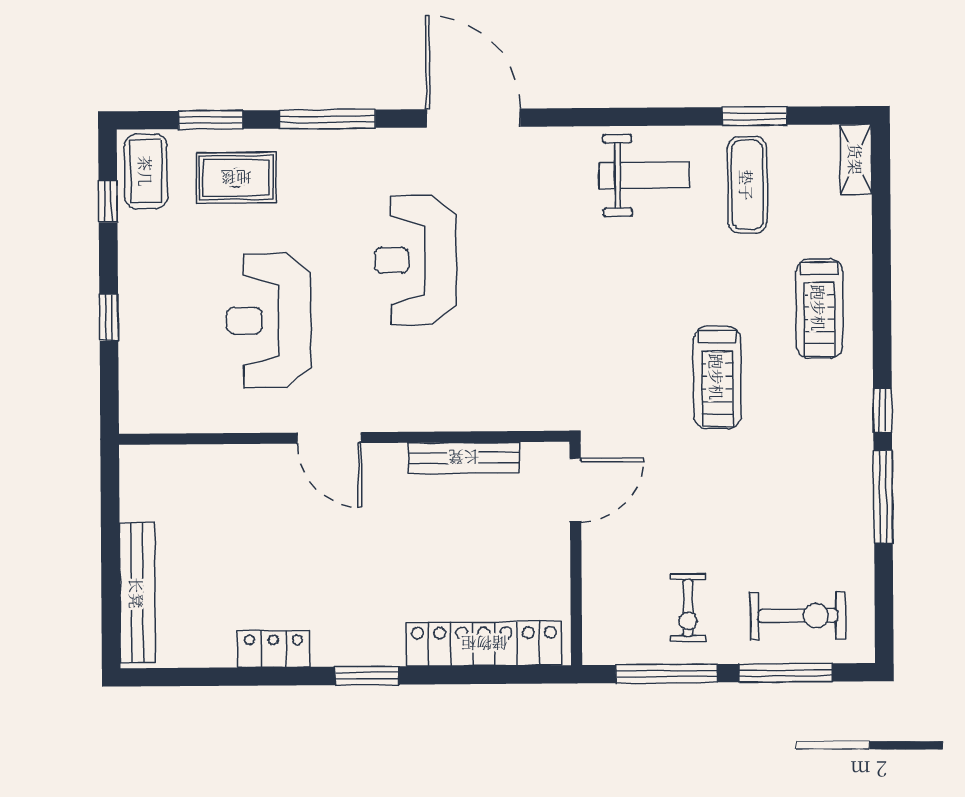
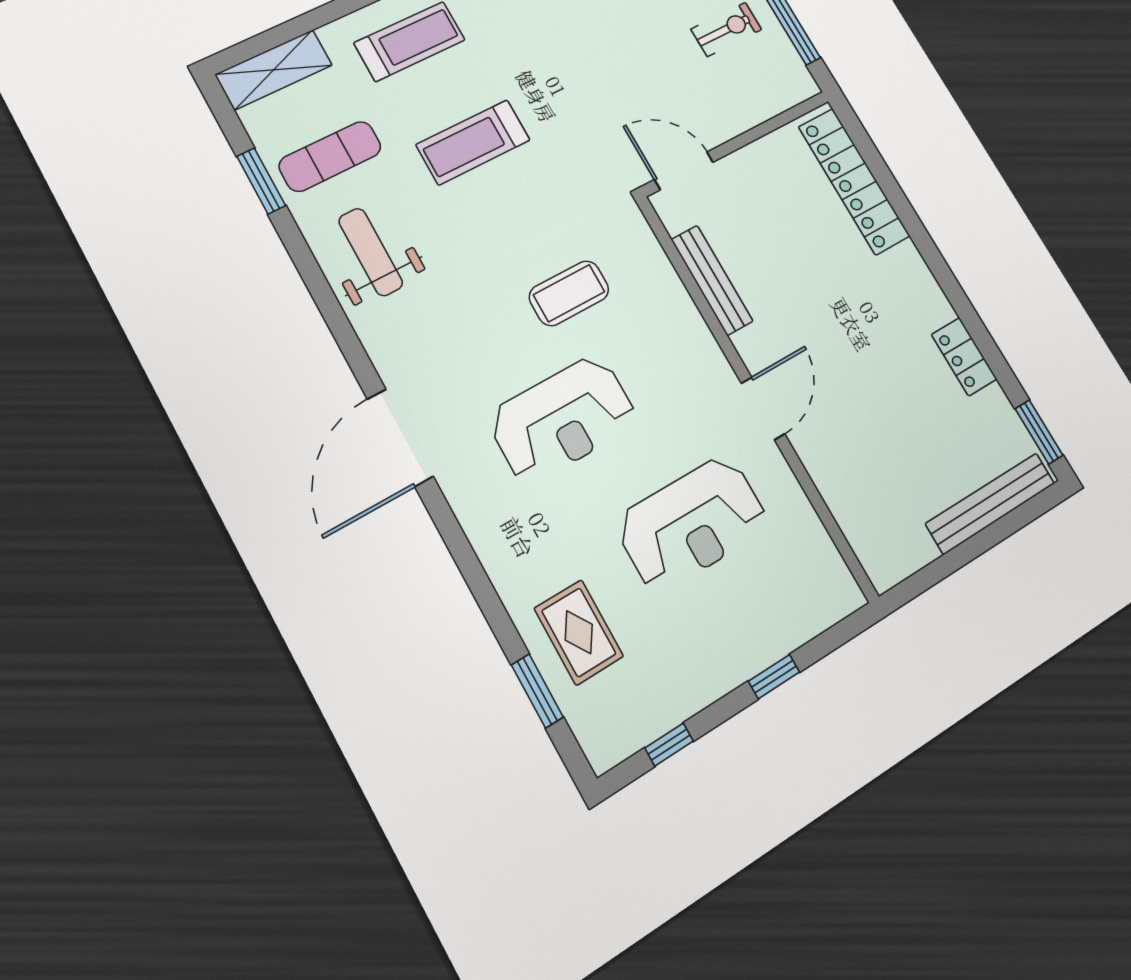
window: (327, 119) -> (476, 577), removed
shelving: (856, 159) -> (274, 70), width x1.50, depth x1.33
coffee table: (146, 171) -> (569, 293), moved
treadmill: (717, 377) -> (473, 142), moved, turned 180
window: (367, 676) -> (1039, 432), moved

